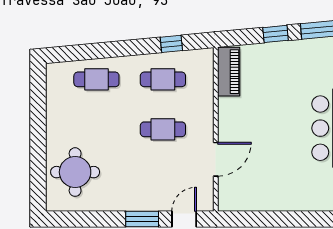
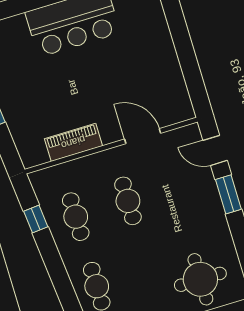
piano: (229, 72) -> (73, 142), moved

